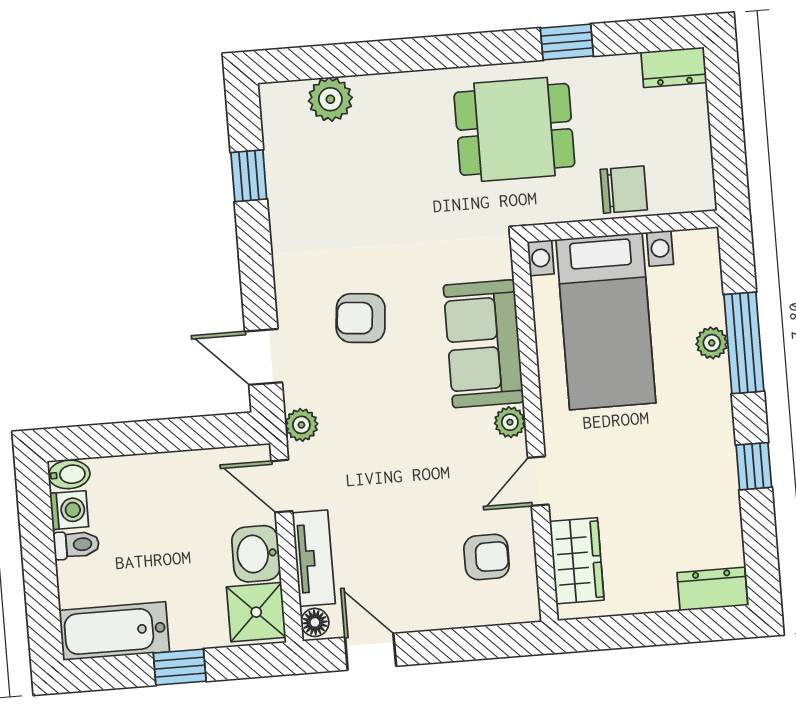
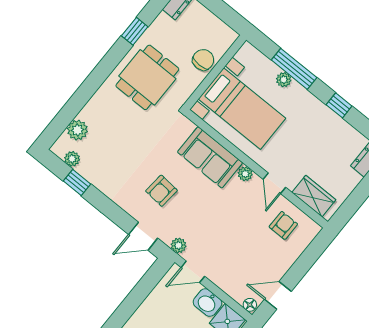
plant: (278, 133) -> (72, 159), added
tv unit: (314, 558) -> (228, 284), removed

